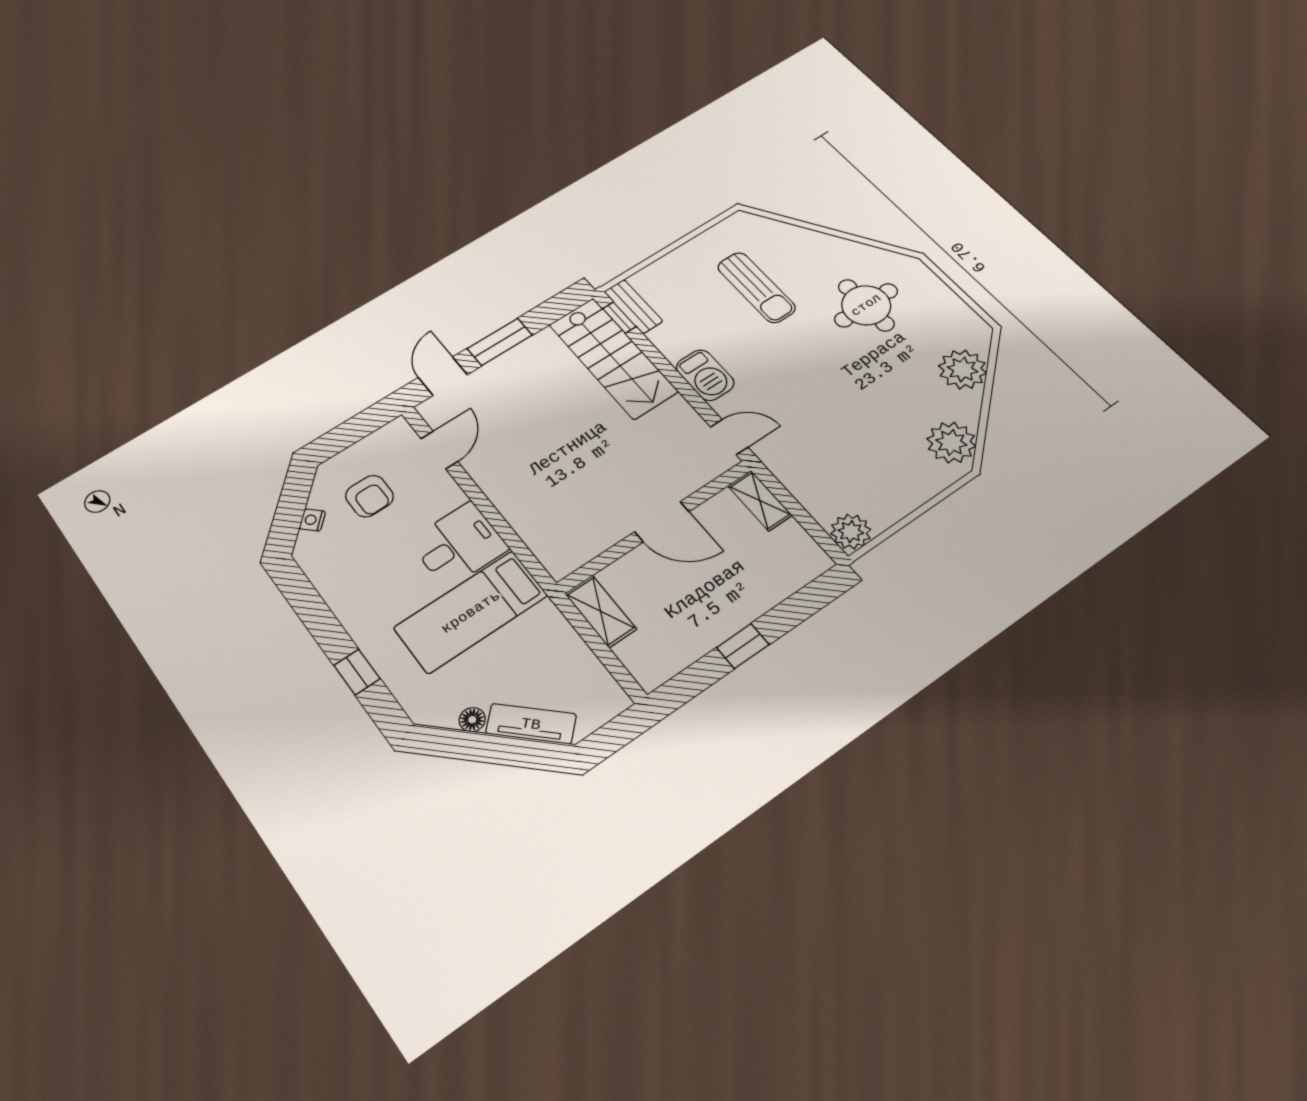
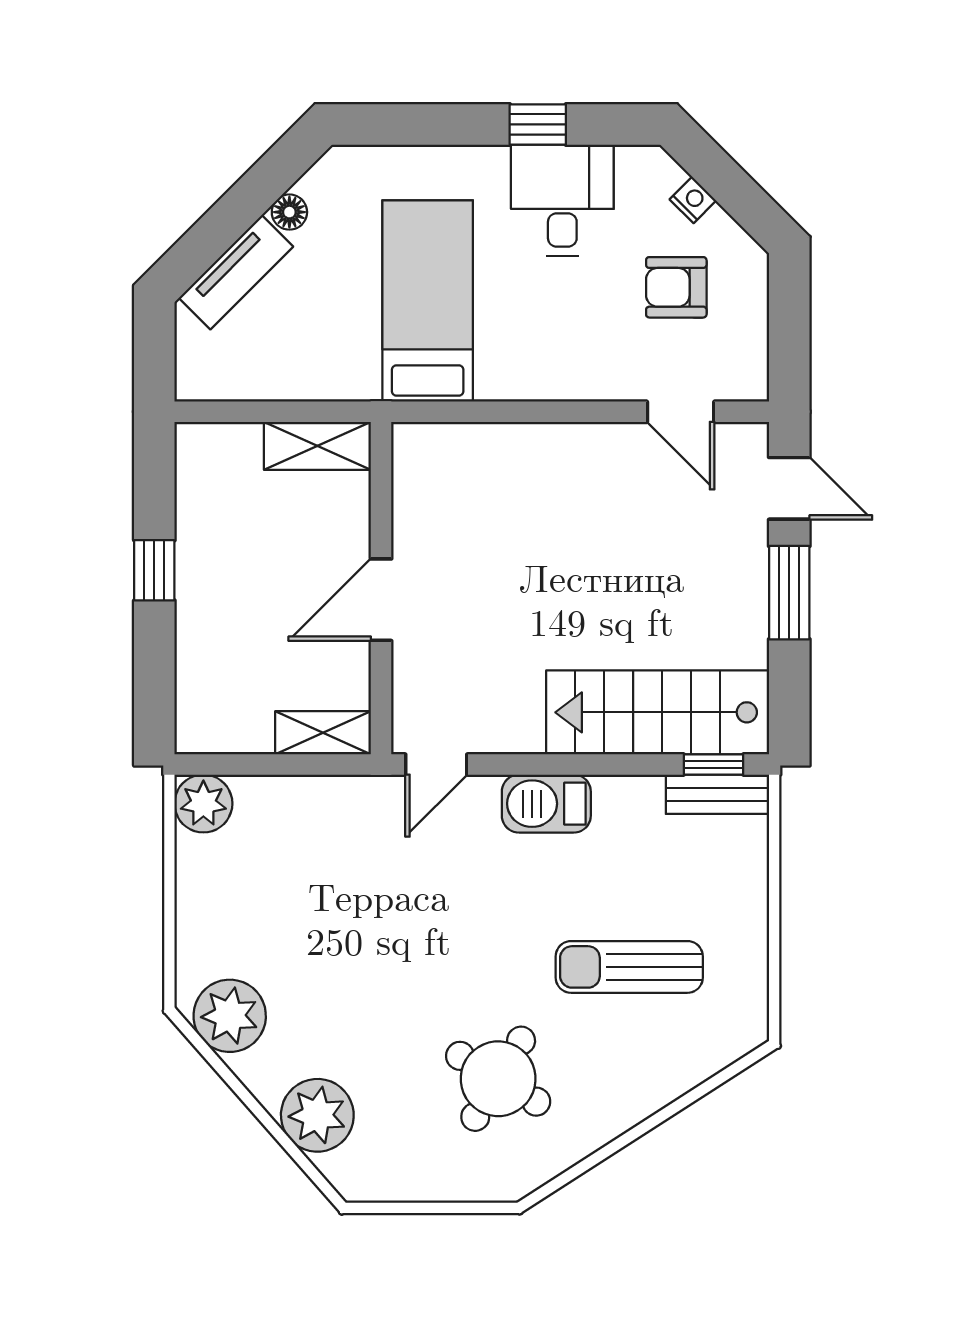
round table: (866, 305) -> (498, 1079), turned 31
desk: (459, 545) -> (562, 200), moved, turned 180
window: (357, 672) -> (538, 124), moved

